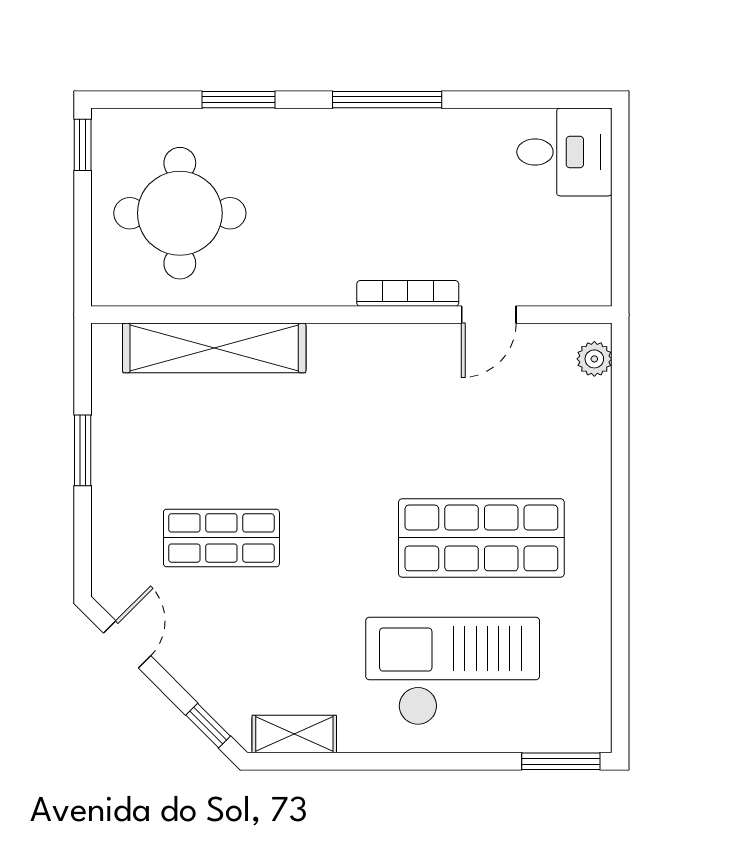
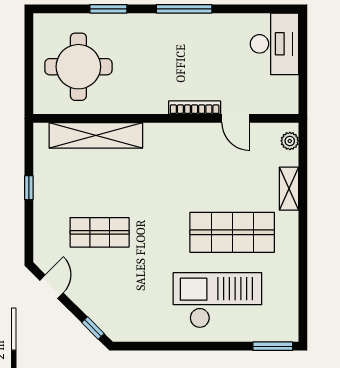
window: (83, 145) -> (29, 32), removed
desk: (564, 152) -> (275, 44), width x1.37
door: (489, 315) -> (236, 118), hinge flipped
window: (83, 450) -> (29, 188), width x0.67
shelving: (294, 734) -> (289, 189), moved, turned 90

